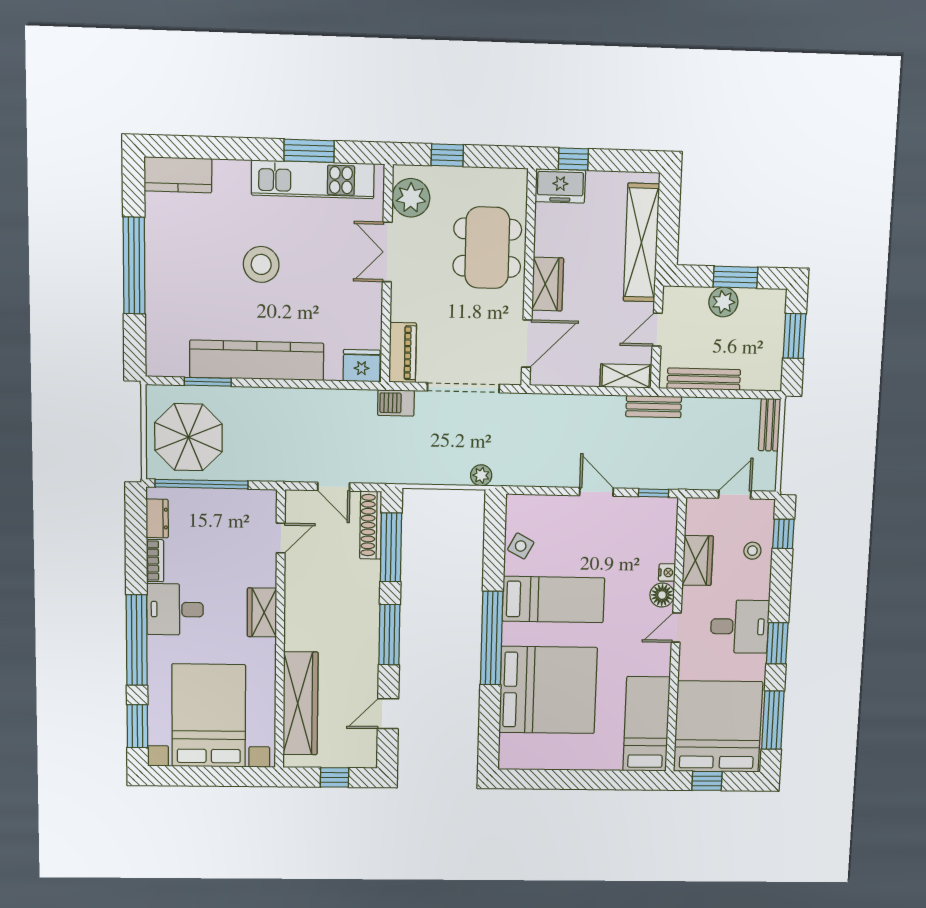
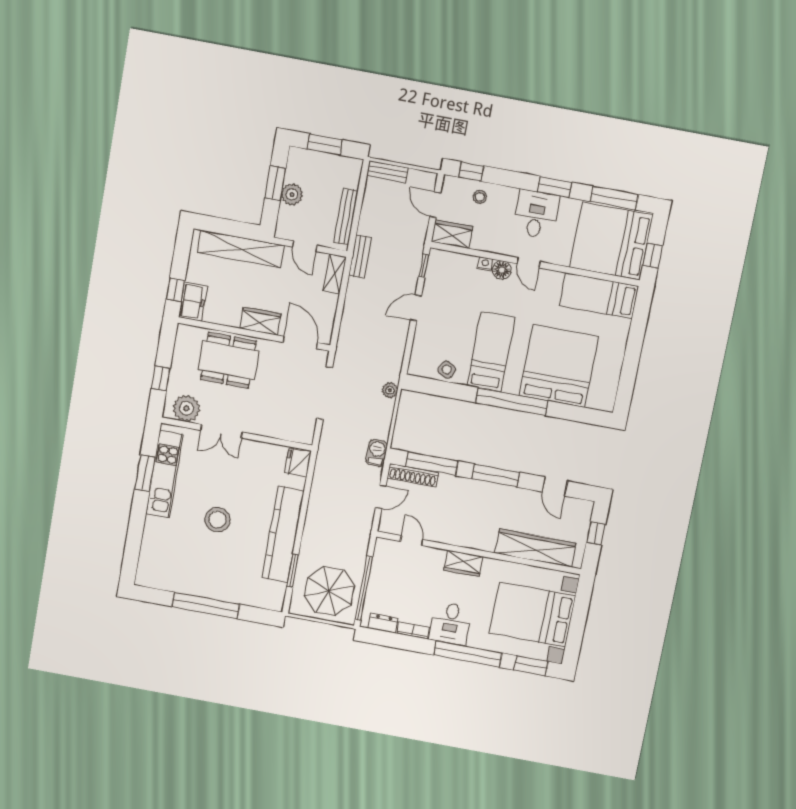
kitchen counter: (178, 175) -> (149, 565), removed
piano: (403, 353) -> (293, 432), removed
barbecue: (396, 403) -> (377, 453), moved, turned 180
wardrobe: (698, 560) -> (452, 234), moved

